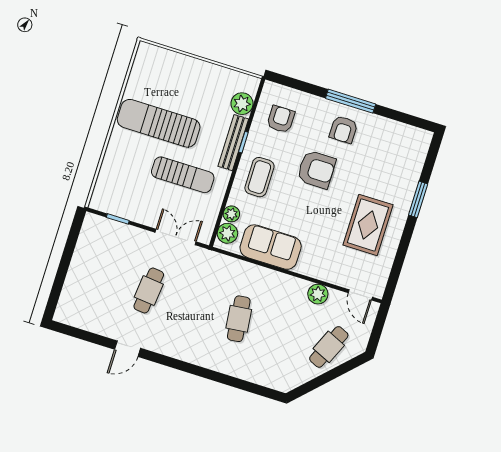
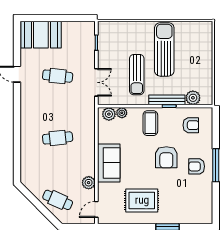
coffee table: (259, 177) -> (150, 123), turned 90
sofa: (271, 247) -> (109, 163), moved
booth: (81, 296) -> (41, 35), added

